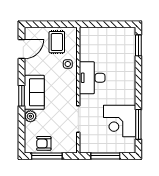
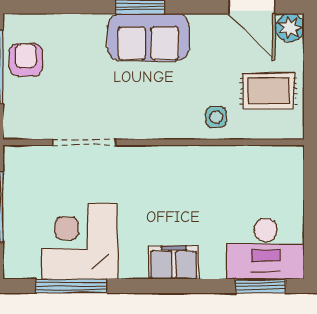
desk: (92, 78) -> (265, 249), moved, turned 180
filing cabinet: (129, 82) -> (174, 263), added
plant: (30, 116) -> (290, 28), moved

